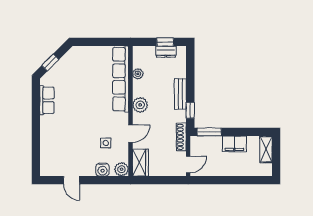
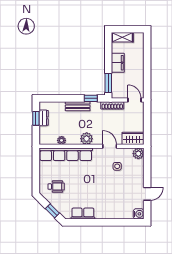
wheelchair: (81, 67) -> (56, 187), added
water cooler: (102, 170) -> (139, 214), moved

